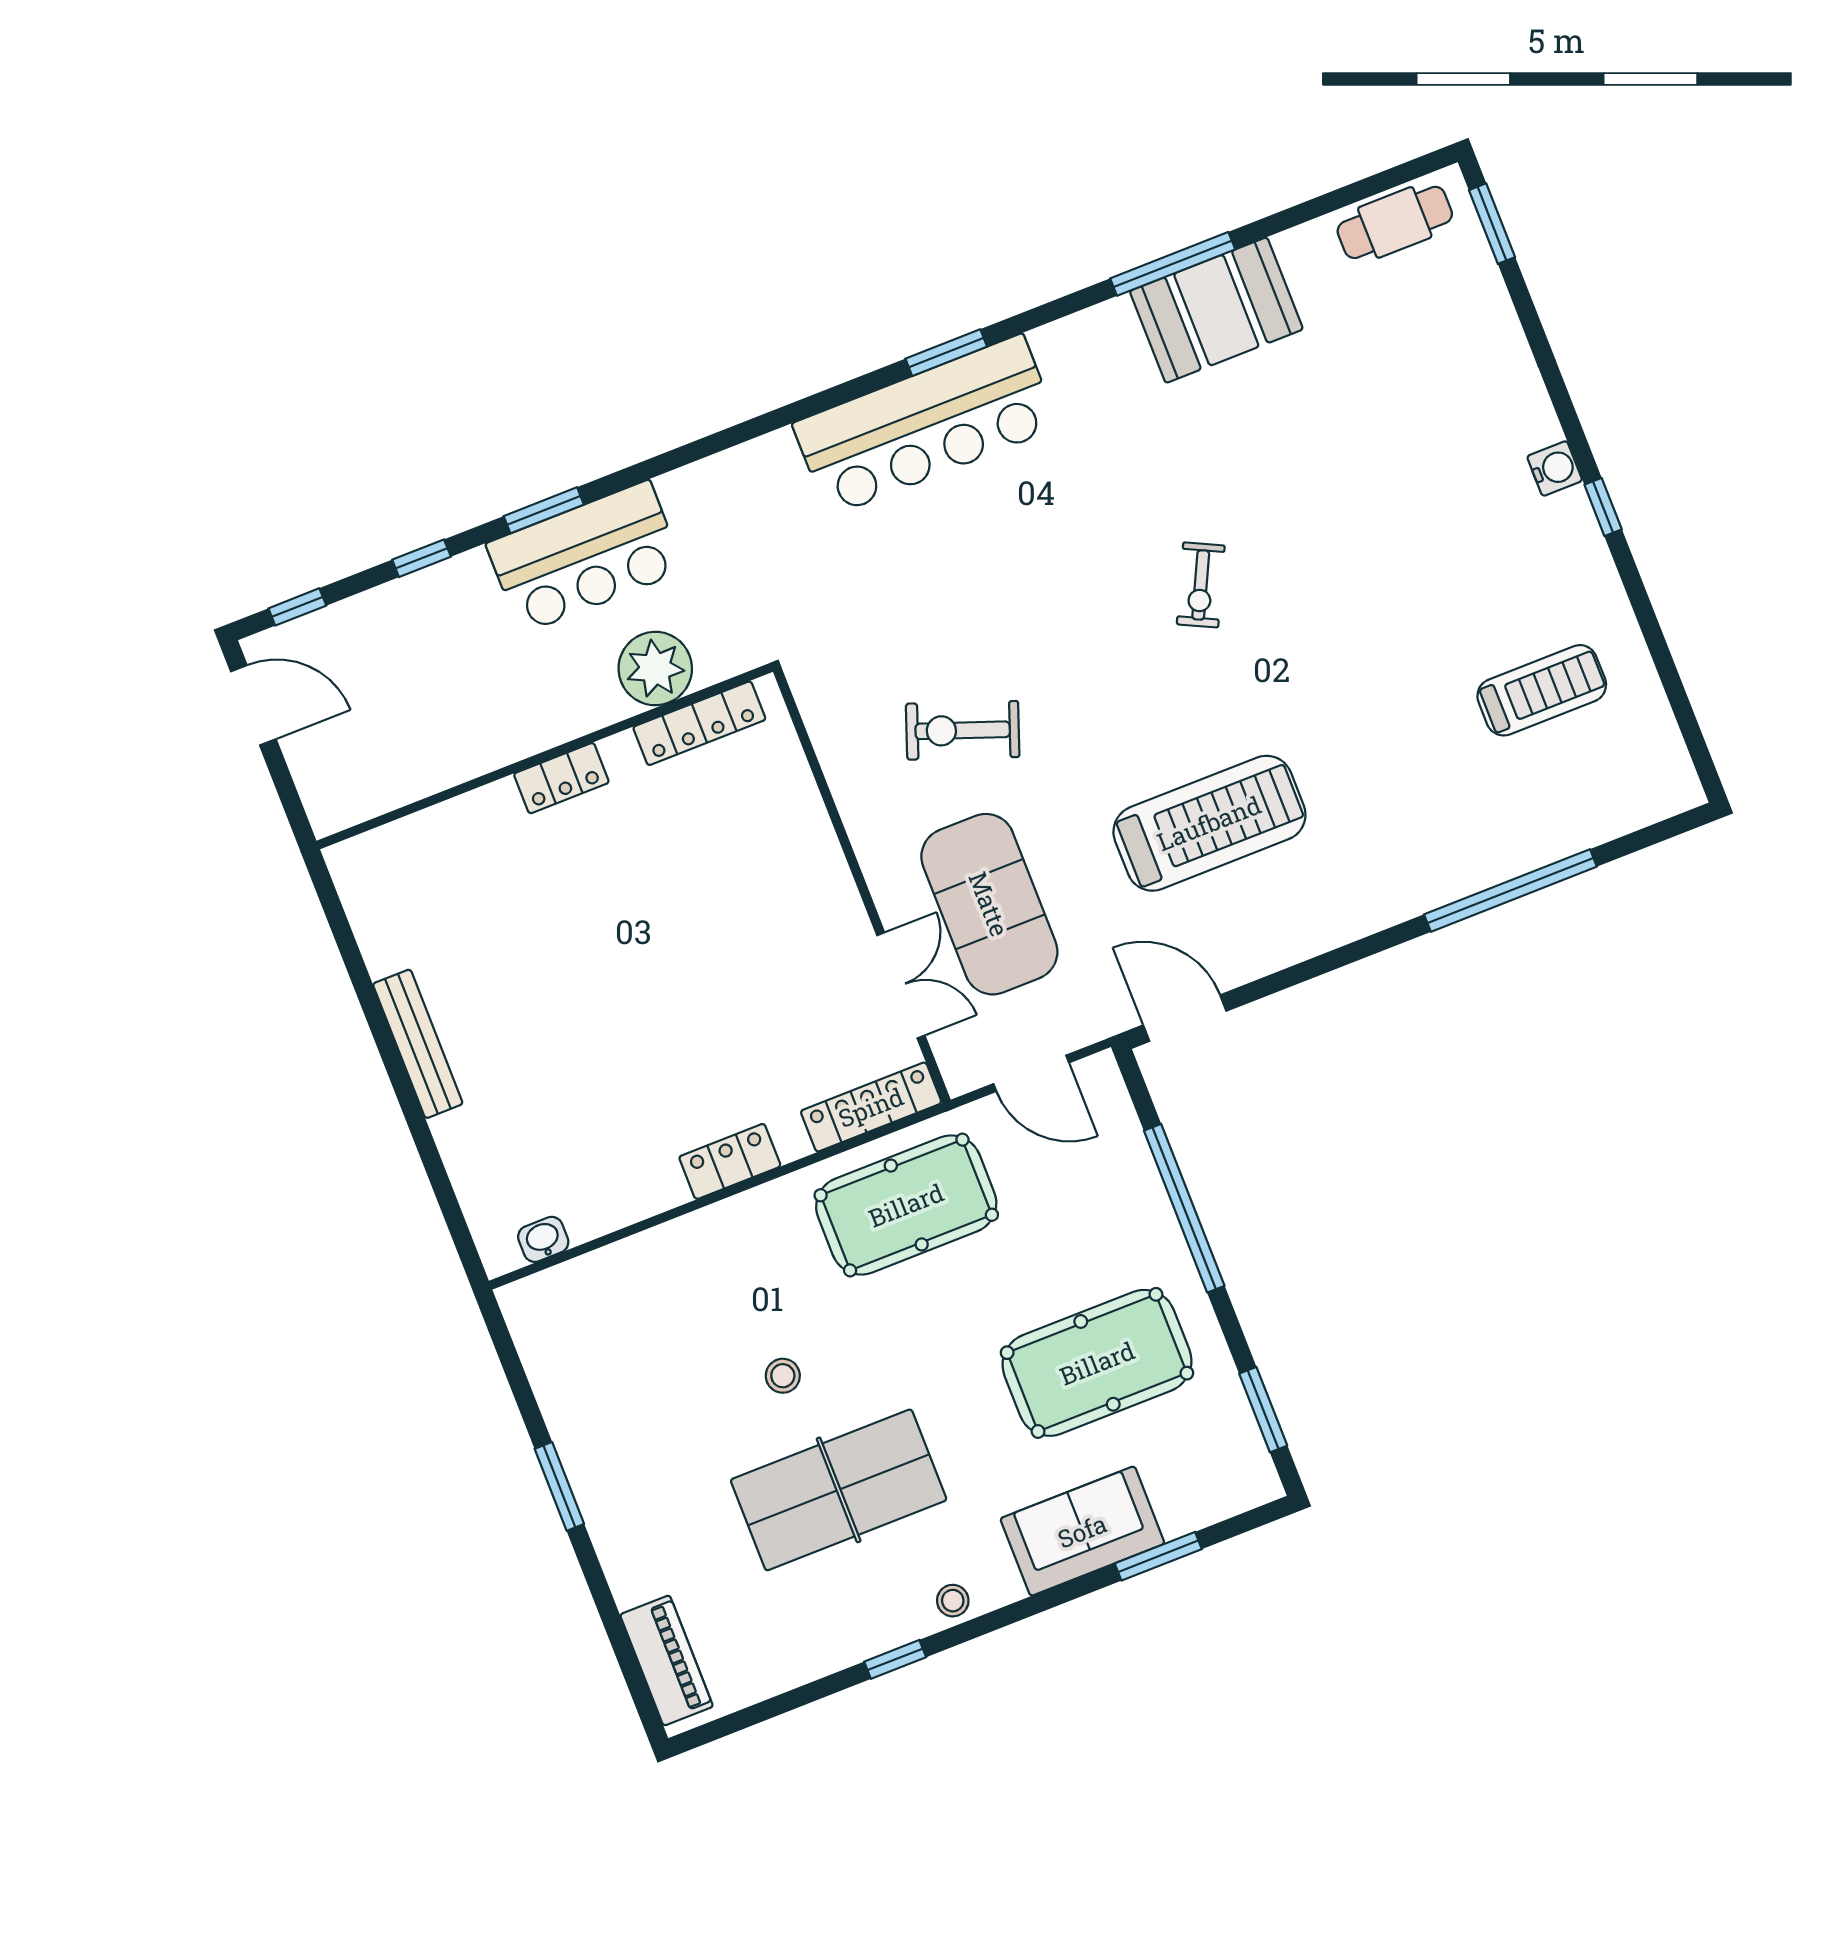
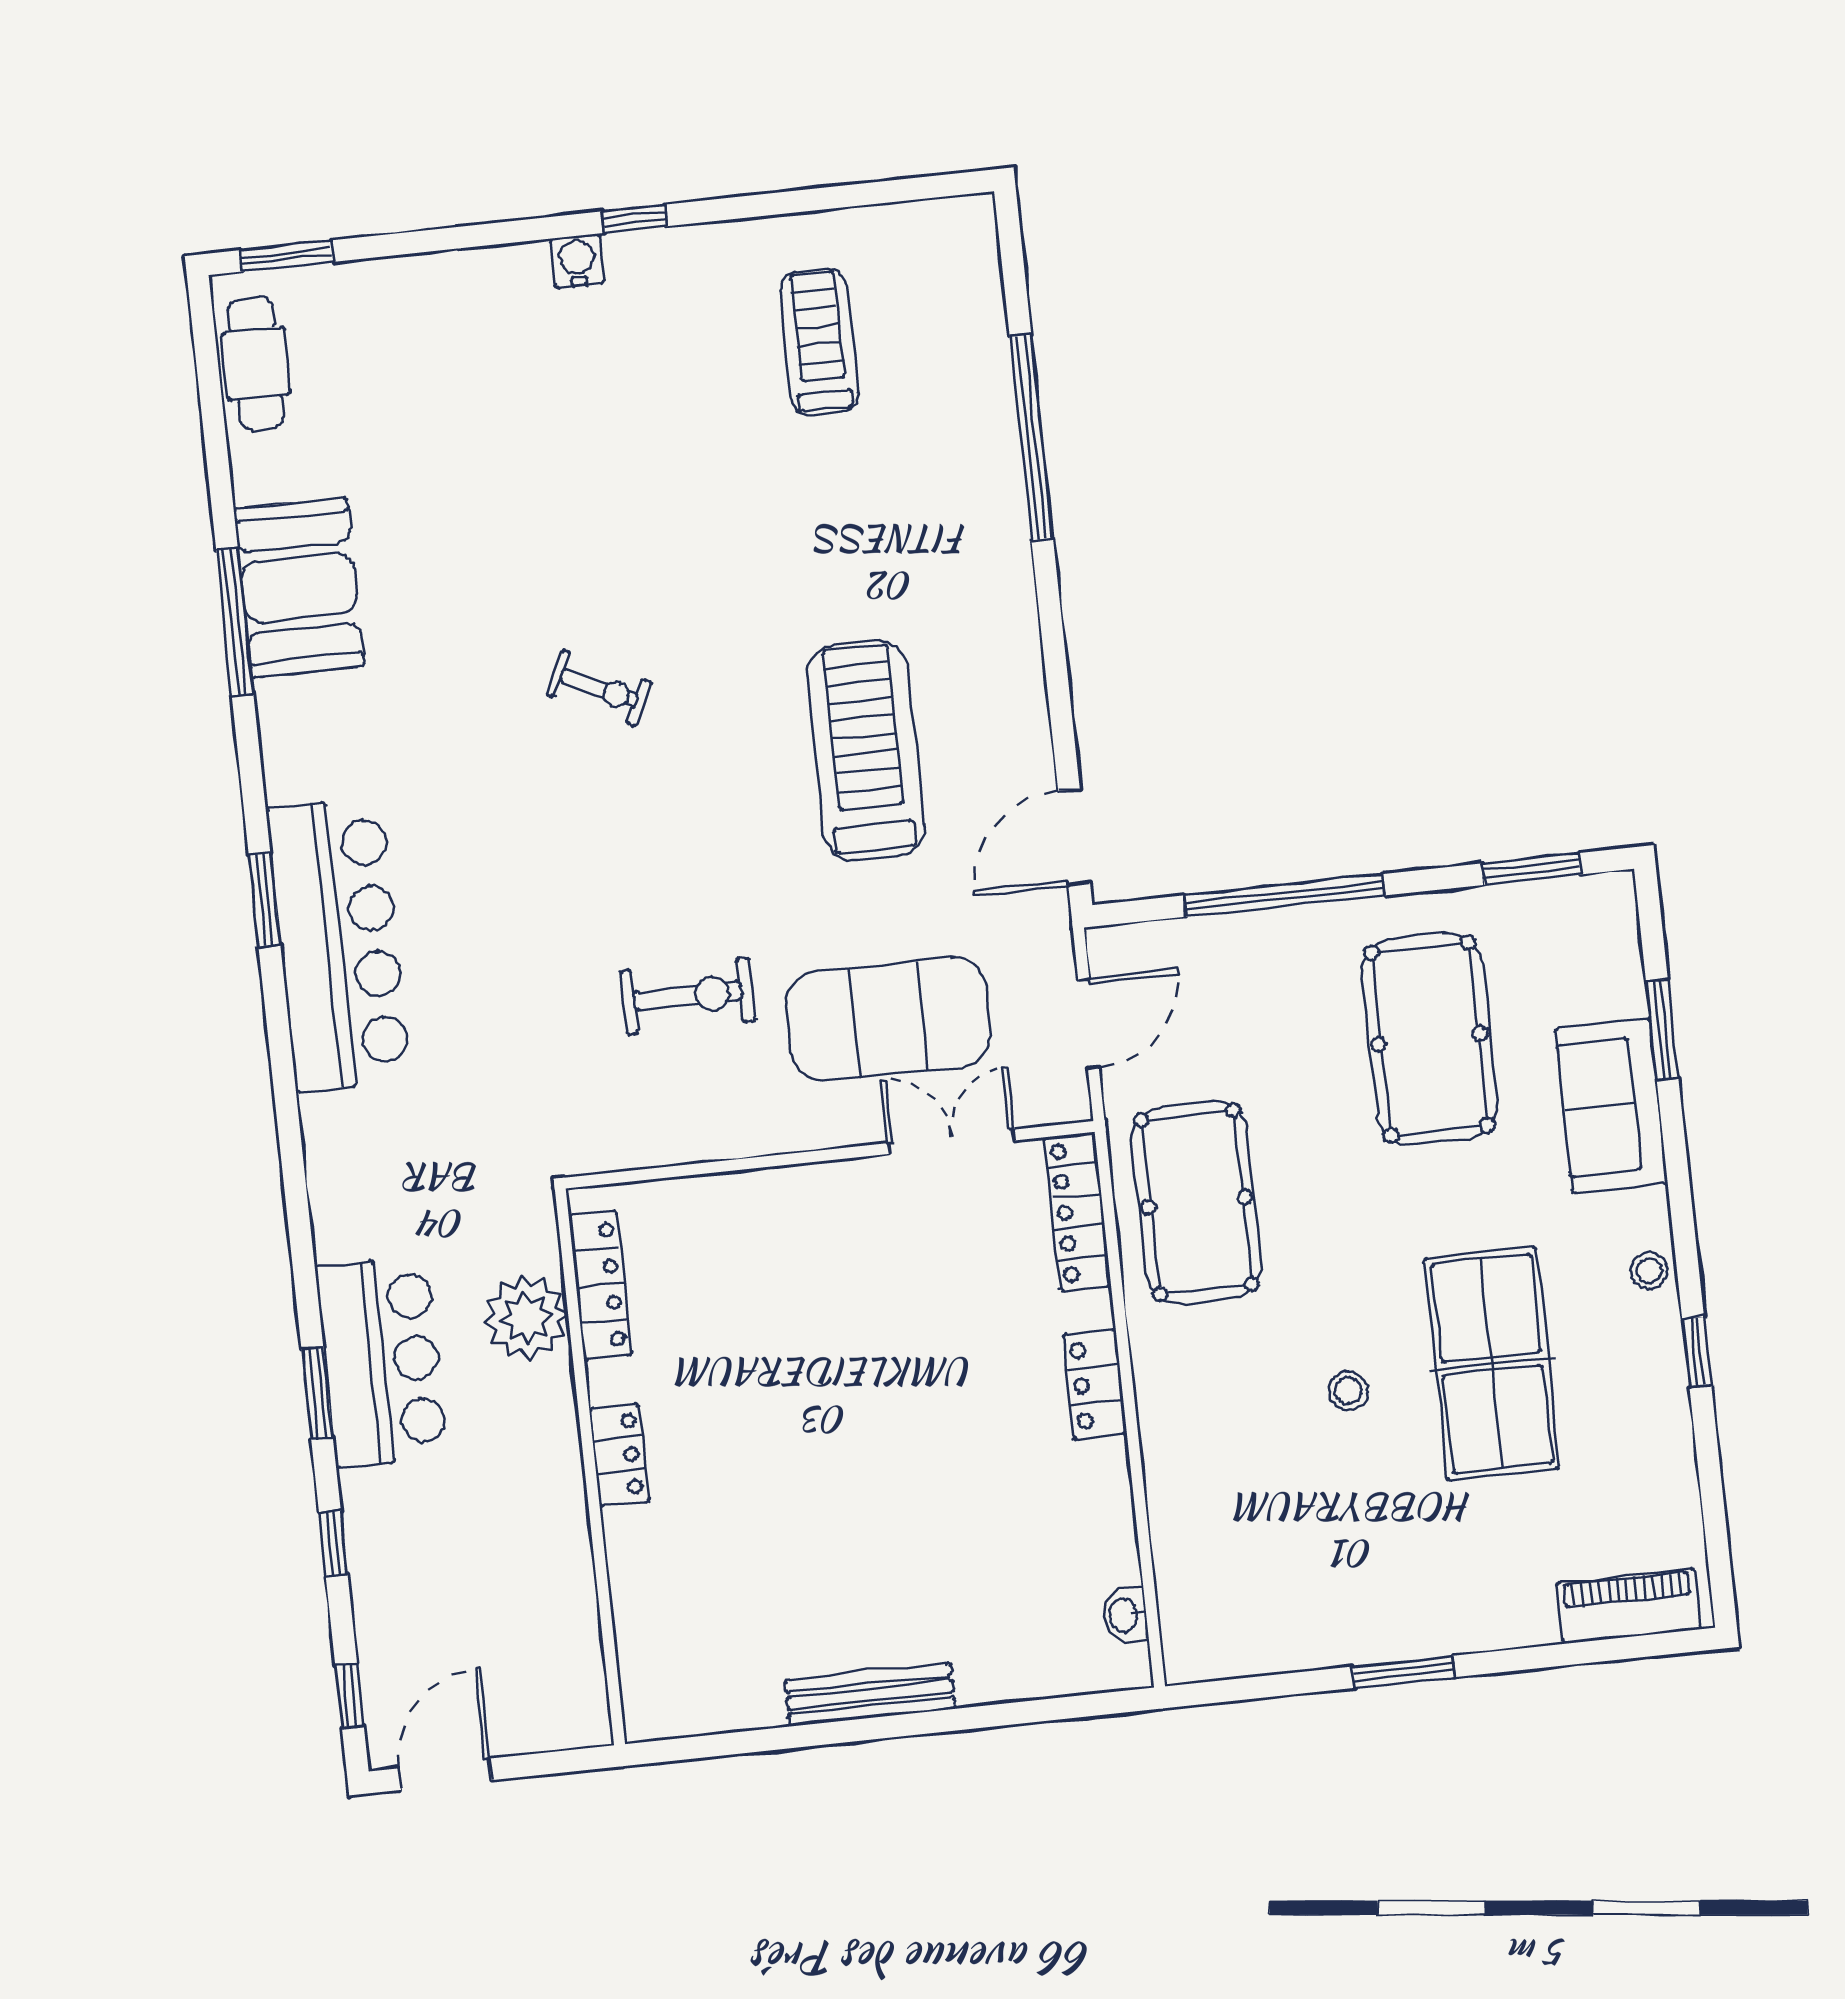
exercise bike: (963, 730) -> (688, 996), turned -110

